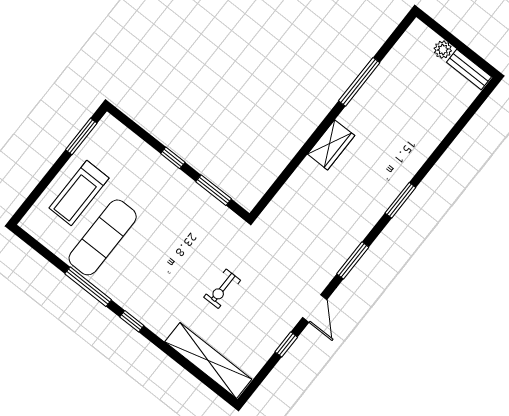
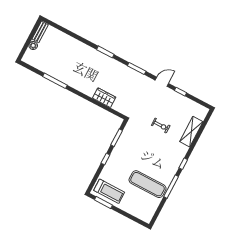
wardrobe: (331, 145) -> (104, 98), moved
treadmill: (79, 193) -> (109, 191), moved
shelving: (208, 360) -> (191, 132), width x0.68

